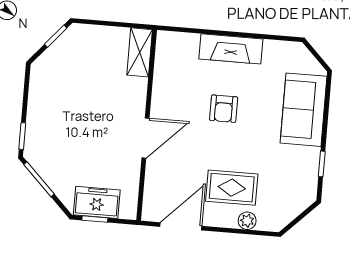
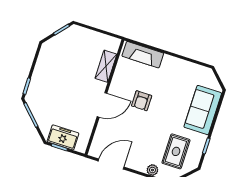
fireplace: (231, 49) -> (143, 55), moved
shelving: (140, 52) -> (106, 66), moved
armchair: (224, 109) -> (142, 101), moved
rug: (232, 188) -> (176, 151), moved, turned 90

